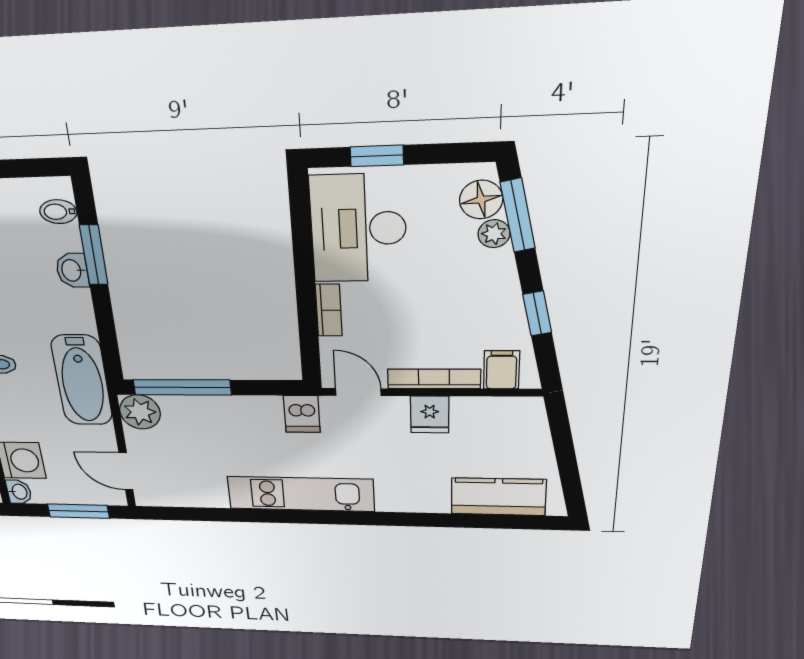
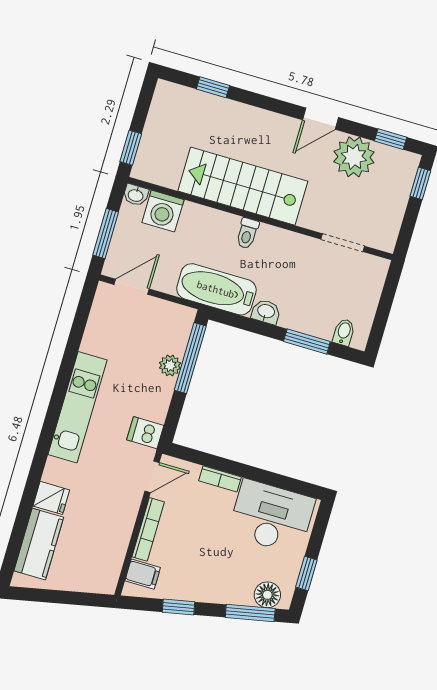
window: (377, 156) -> (306, 573), moved
plant: (494, 234) -> (242, 596), removed
washbasin: (72, 270) -> (266, 312), moved
plant: (140, 412) -> (170, 365), moved, width x0.73, depth x0.73
fridge: (430, 415) -> (51, 498), moved, turned 180

